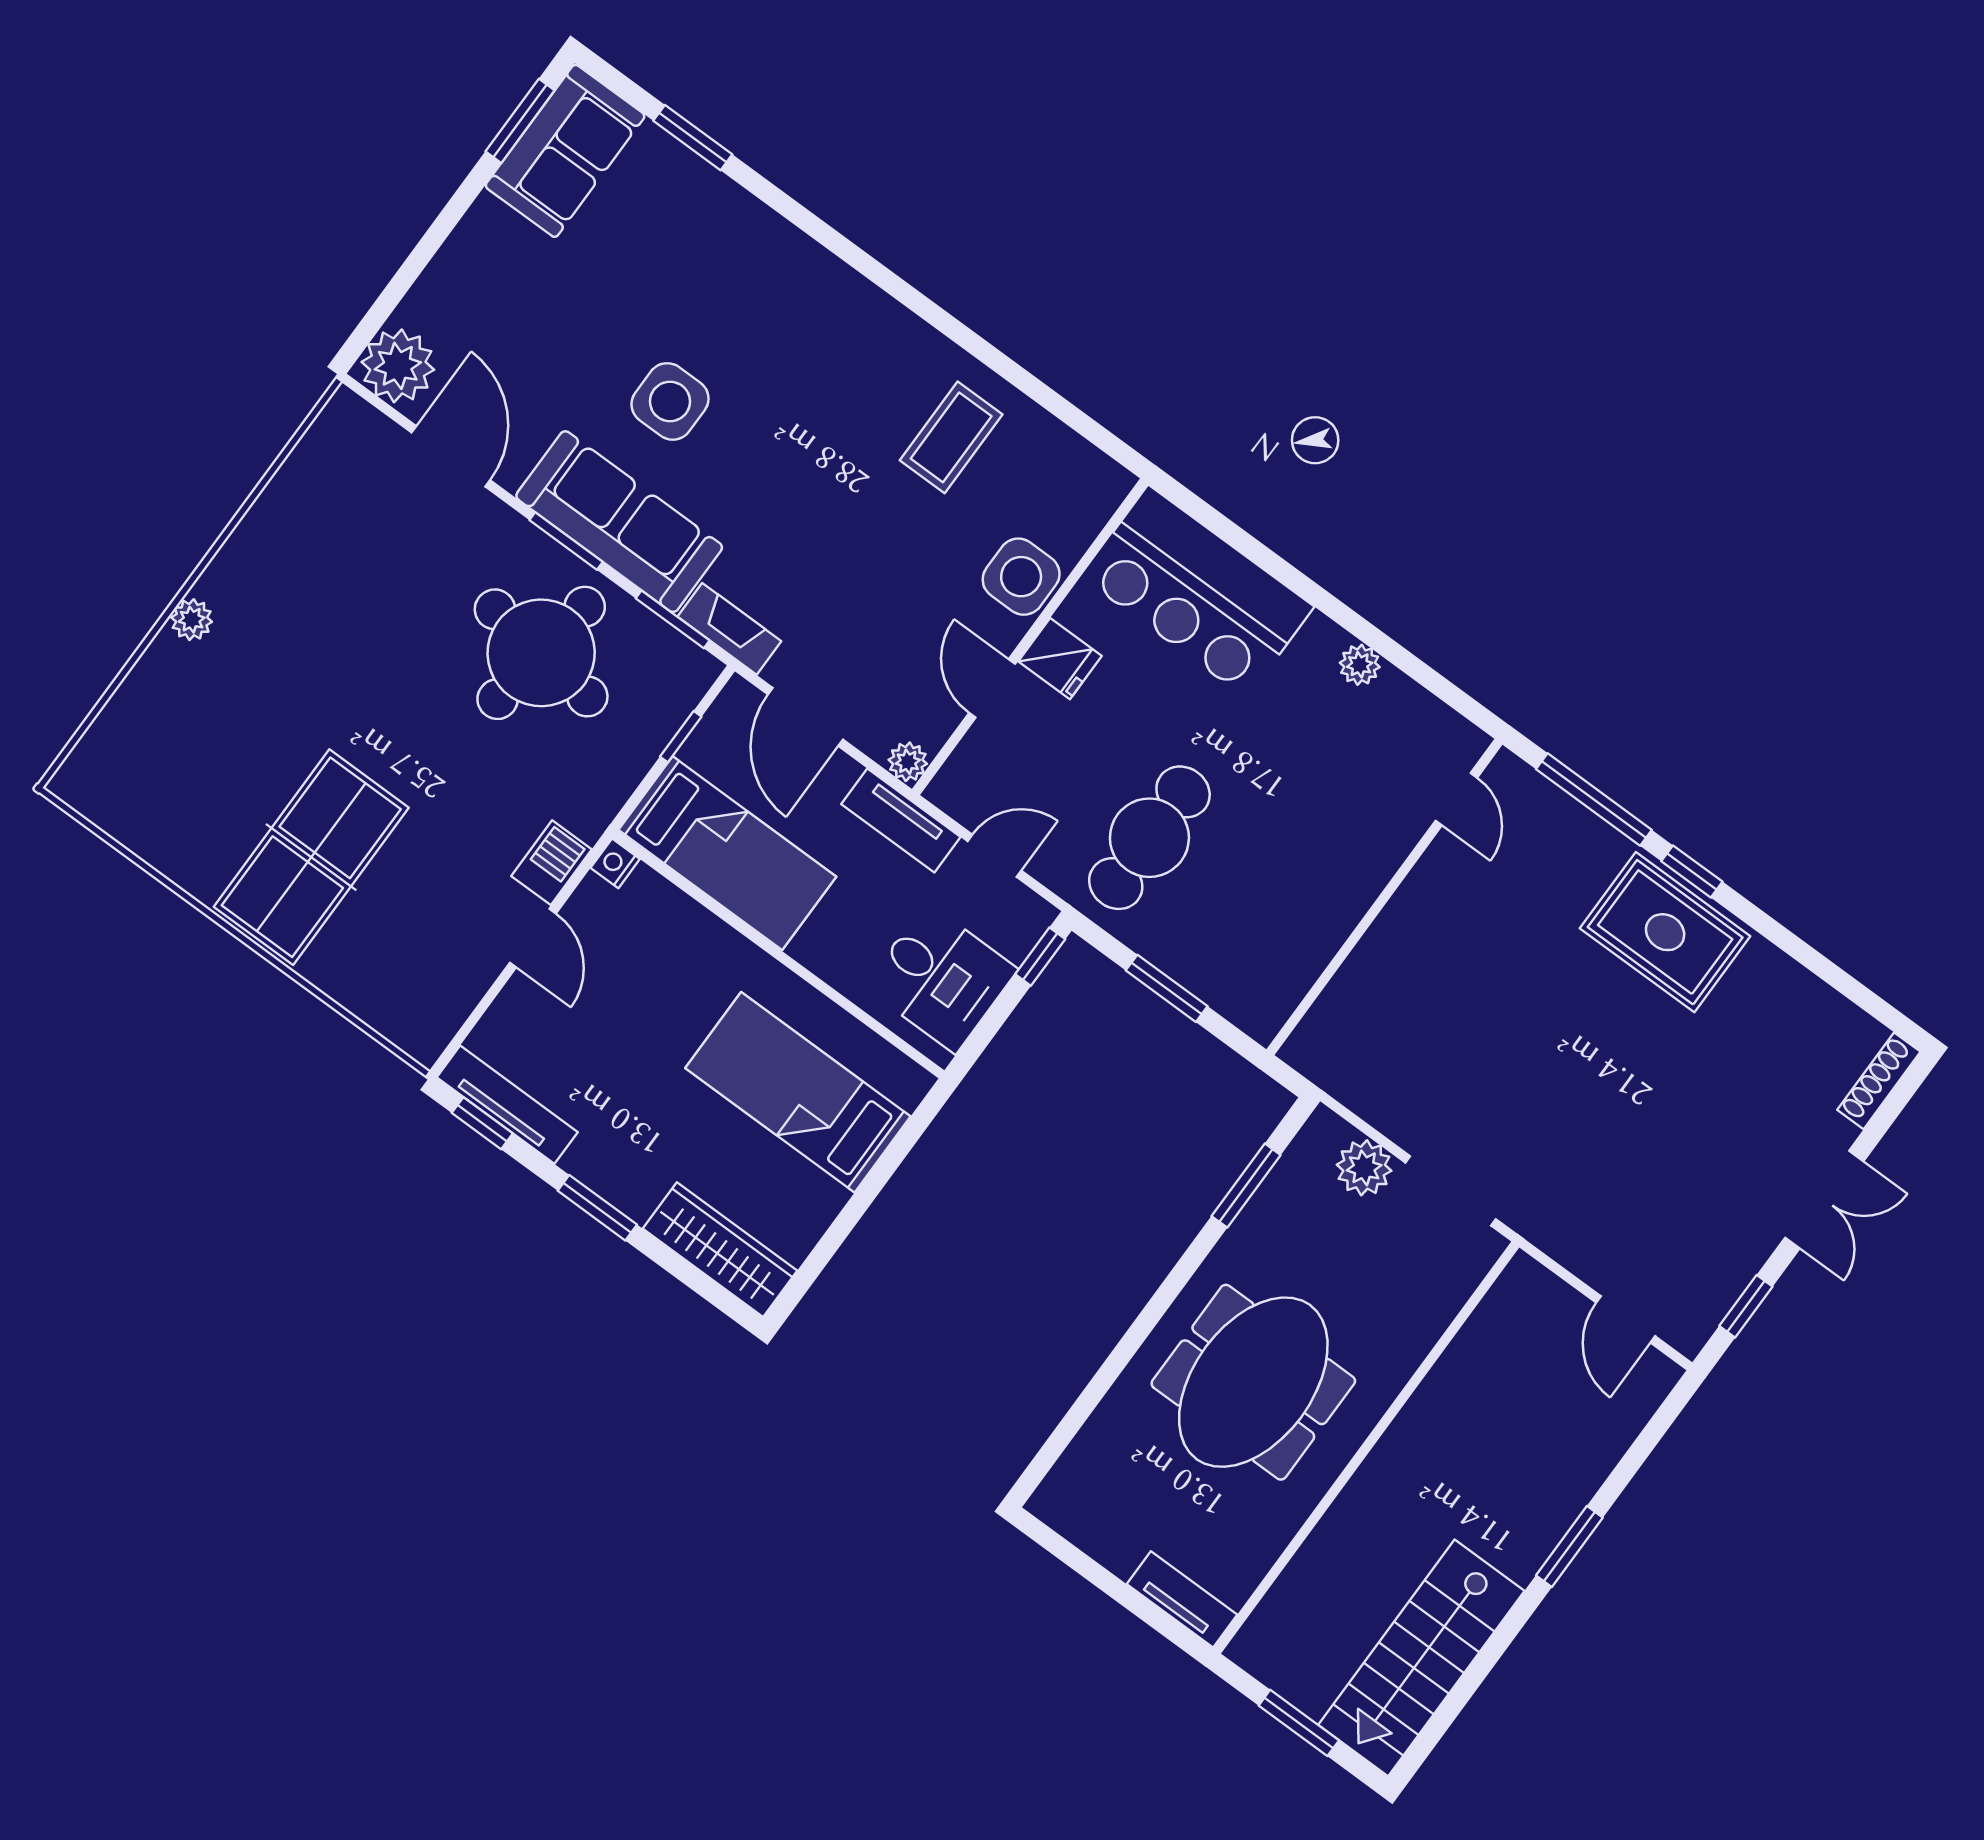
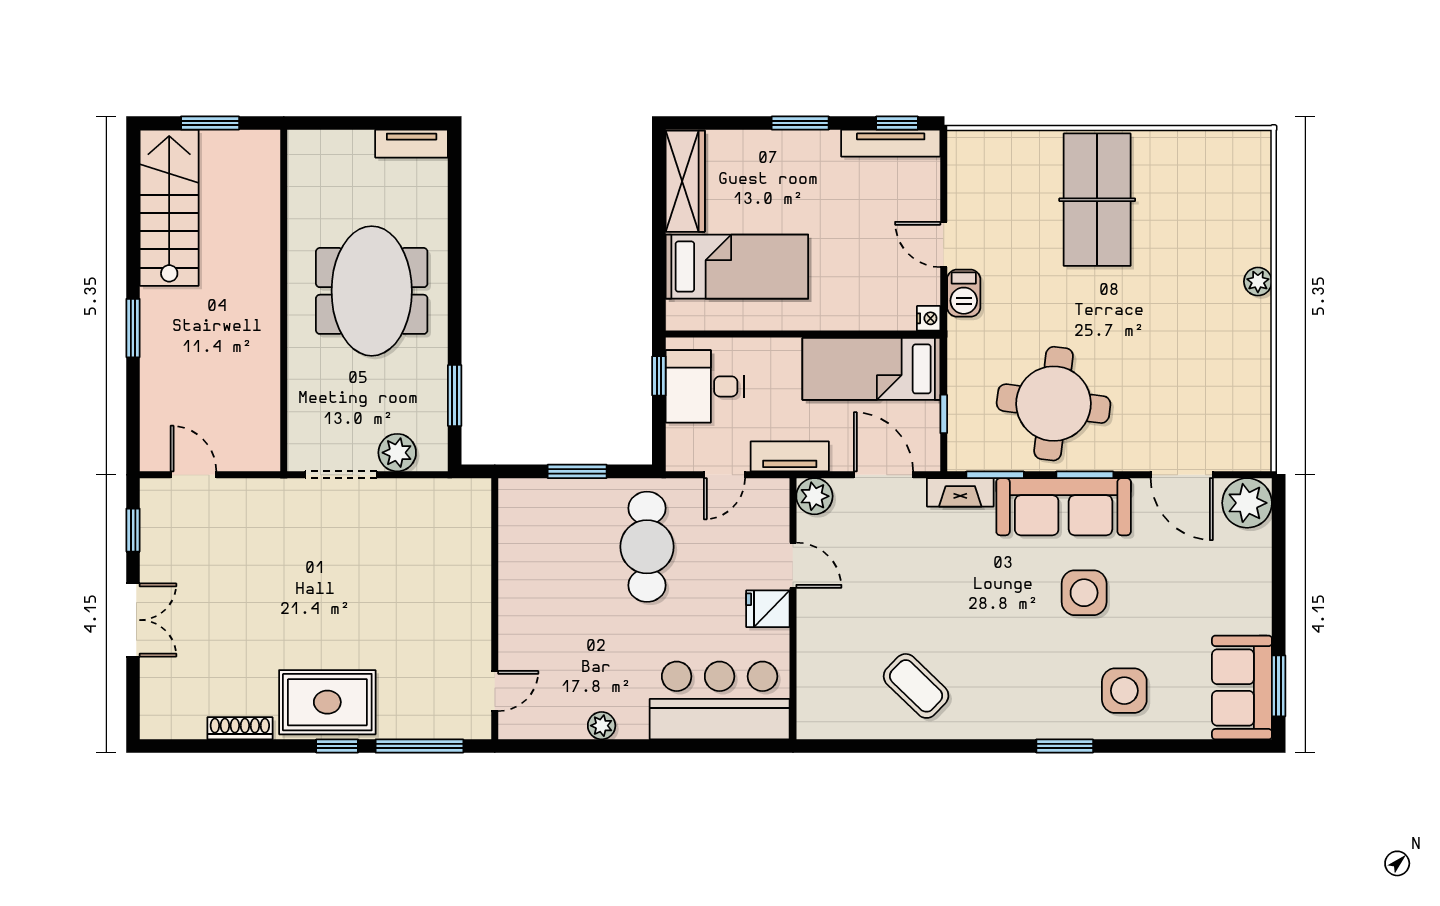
window: (693, 138) -> (1065, 746), moved
coffee table: (951, 437) -> (916, 686), turned -46
side table: (1021, 577) -> (1124, 691), moved
plant: (908, 762) -> (814, 496), width x1.38, depth x1.38
door: (1456, 799) -> (495, 691), swing flipped
window: (1040, 957) -> (659, 376), moved
shoe rack: (1879, 1081) -> (240, 728), moved, turned -90
double door: (1824, 1199) -> (133, 620), swing flipped
wardrobe: (720, 1250) -> (685, 181), moved, turned -90
tv unit: (1182, 1599) -> (412, 144), moved

